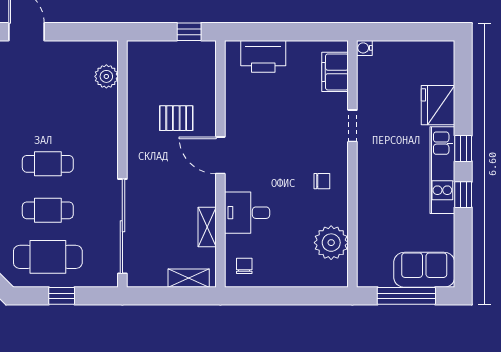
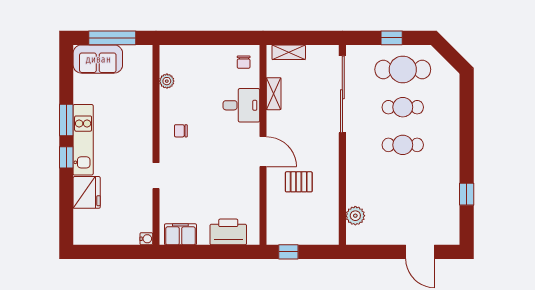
filing cabinet: (335, 72) -> (180, 234), moved, turned -90
window: (463, 195) -> (66, 120), width x1.50
plant: (331, 243) -> (167, 81), width x0.53, depth x0.53

